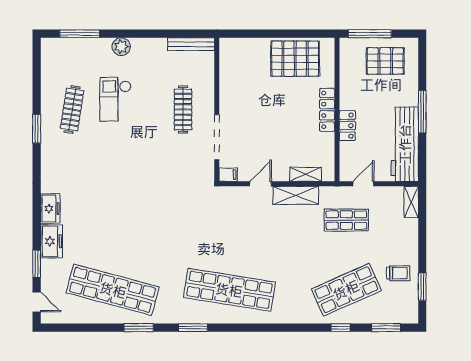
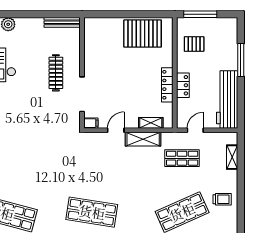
pallet: (385, 61) -> (194, 44), moved, width x0.67, depth x0.71
locker: (327, 110) -> (167, 85), moved
window: (422, 112) -> (241, 60), moved
shelving: (411, 202) -> (232, 157), moved
window: (422, 287) -> (241, 210), removed
shop shelf: (229, 290) -> (92, 212), width x0.71

